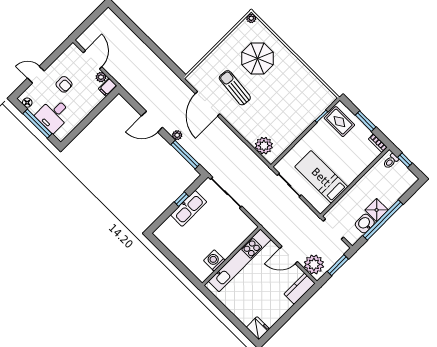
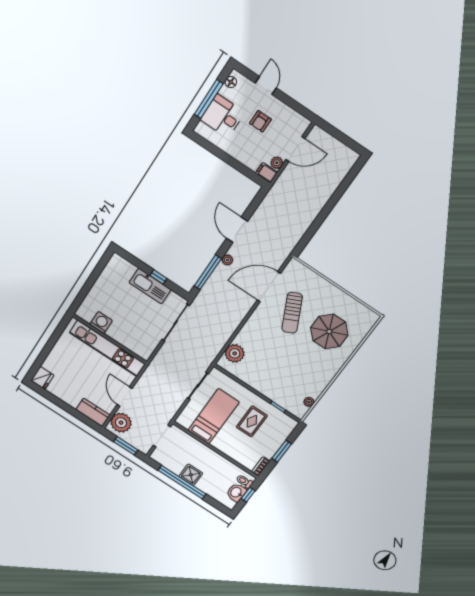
plant: (251, 18) -> (309, 402), moved
sun lounger: (235, 88) -> (292, 313), turned 148
rug: (339, 122) -> (252, 421), moved
washbasin: (365, 224) -> (236, 492), moved, turned -90

